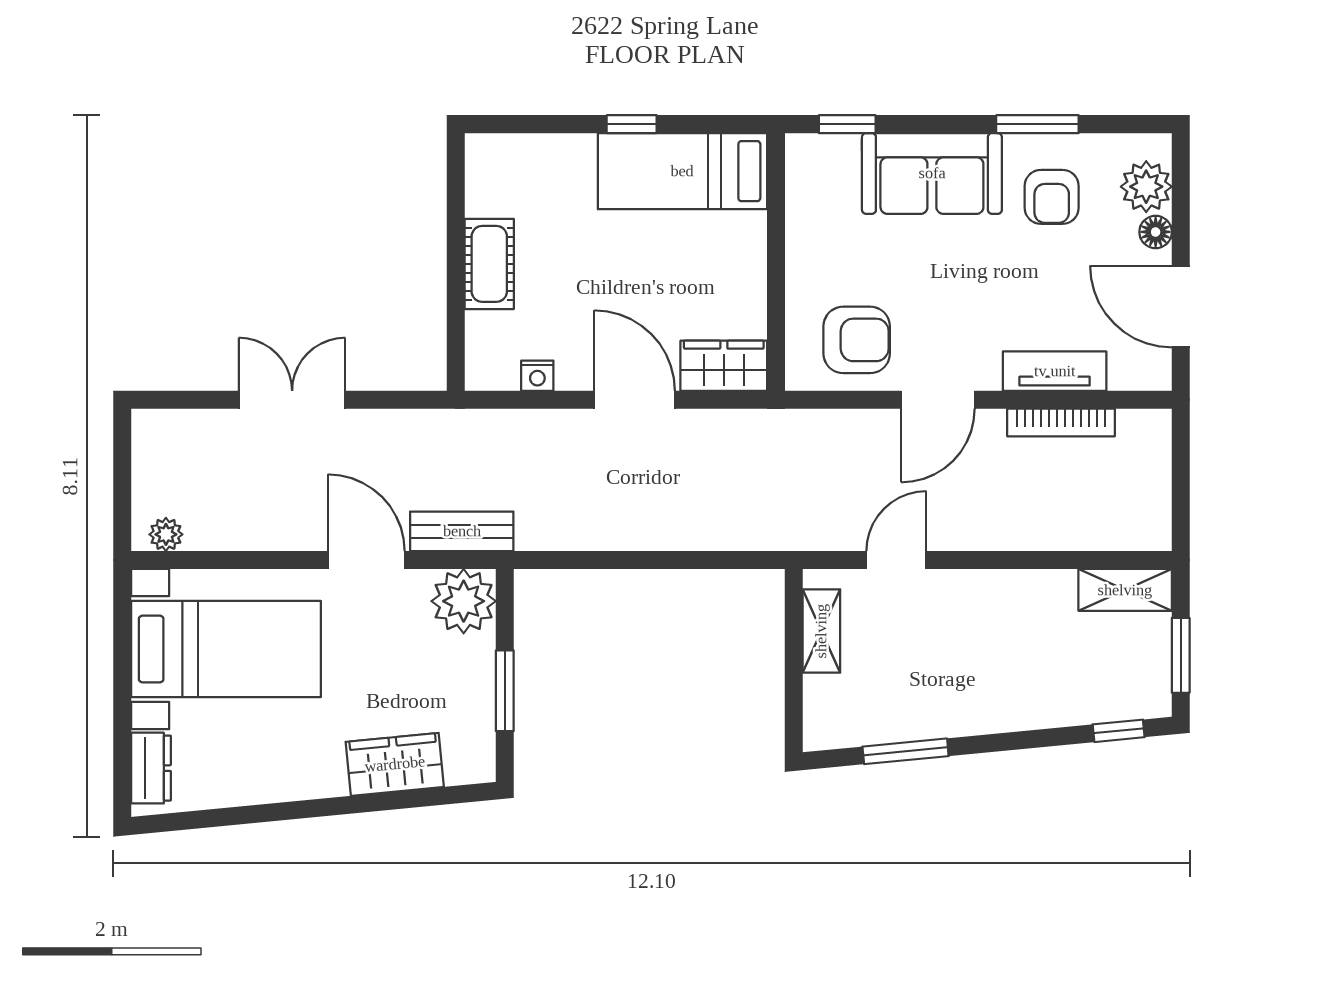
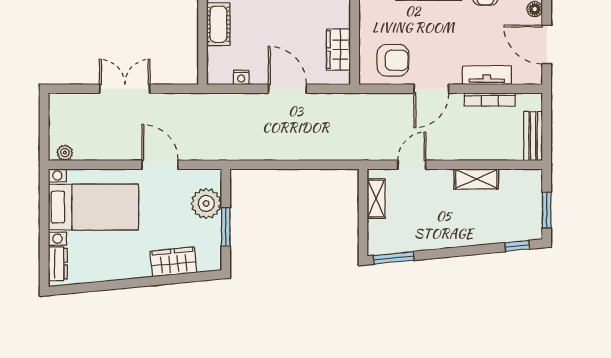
wardrobe: (724, 366) -> (338, 50), moved, turned -90
bench: (462, 531) -> (533, 136), moved, turned 90
shelving: (1125, 590) -> (476, 179), moved
plant: (464, 601) -> (206, 203), moved
window: (906, 751) -> (394, 258), moved

